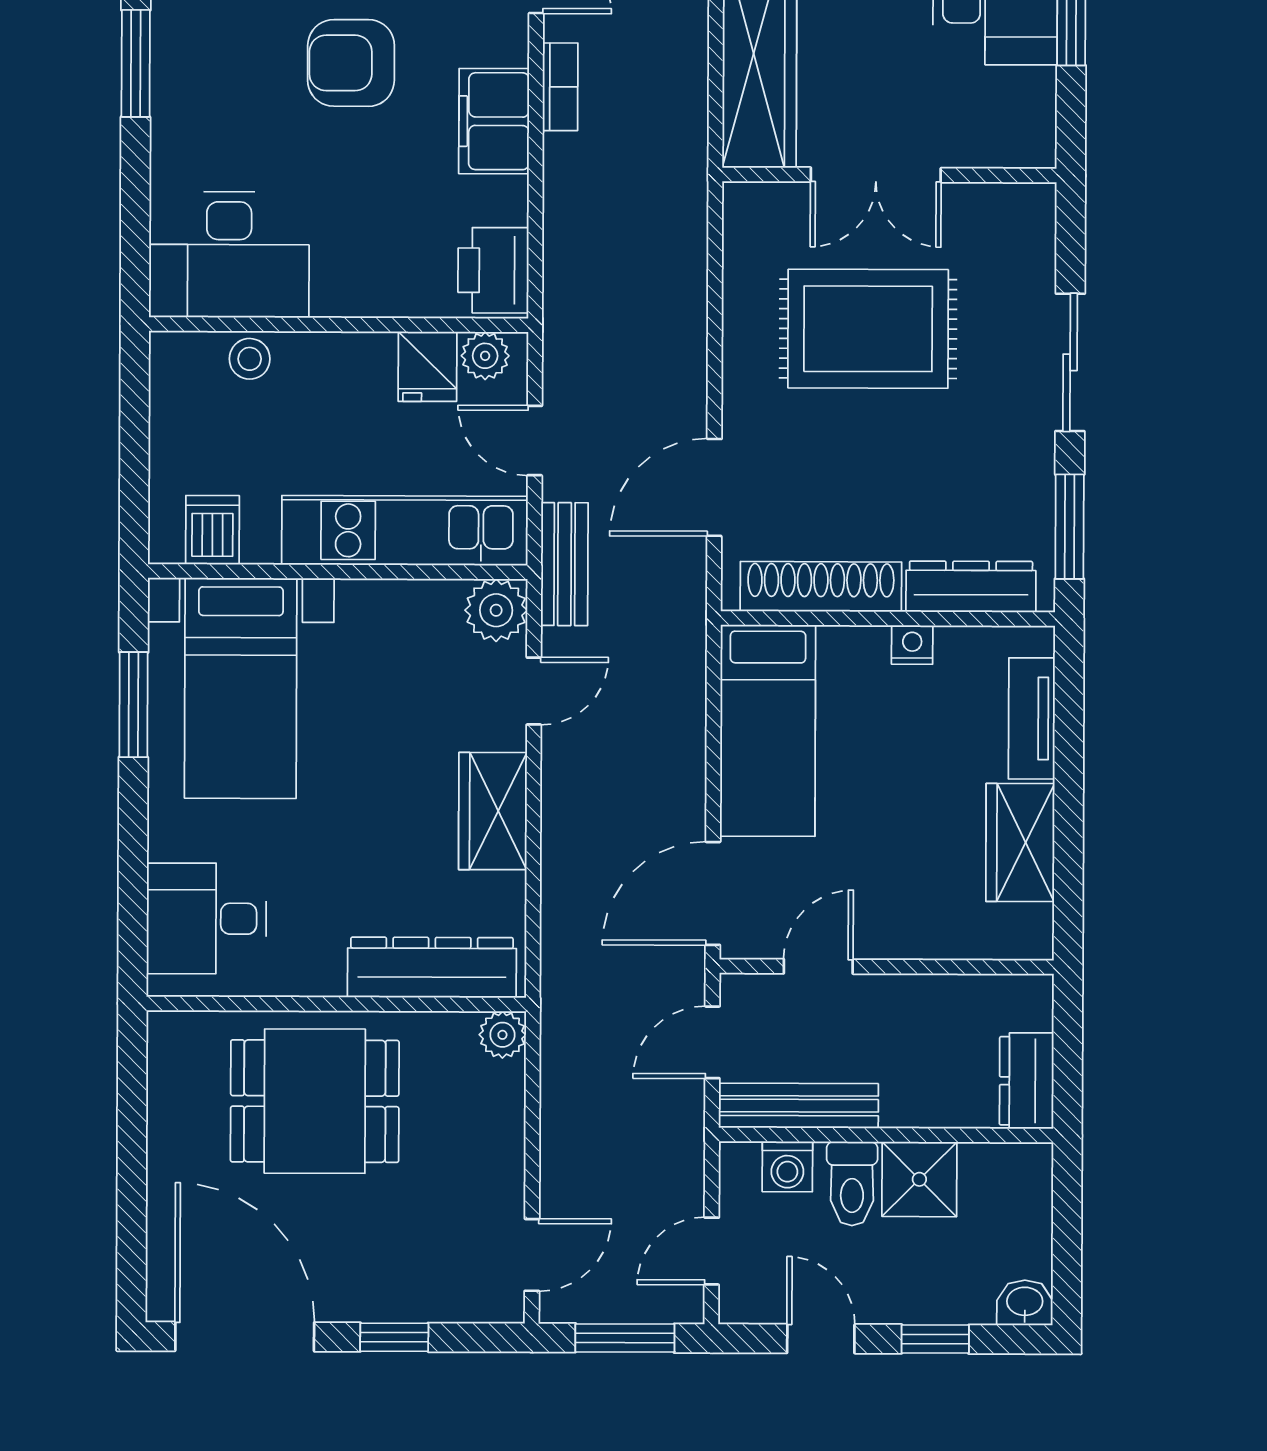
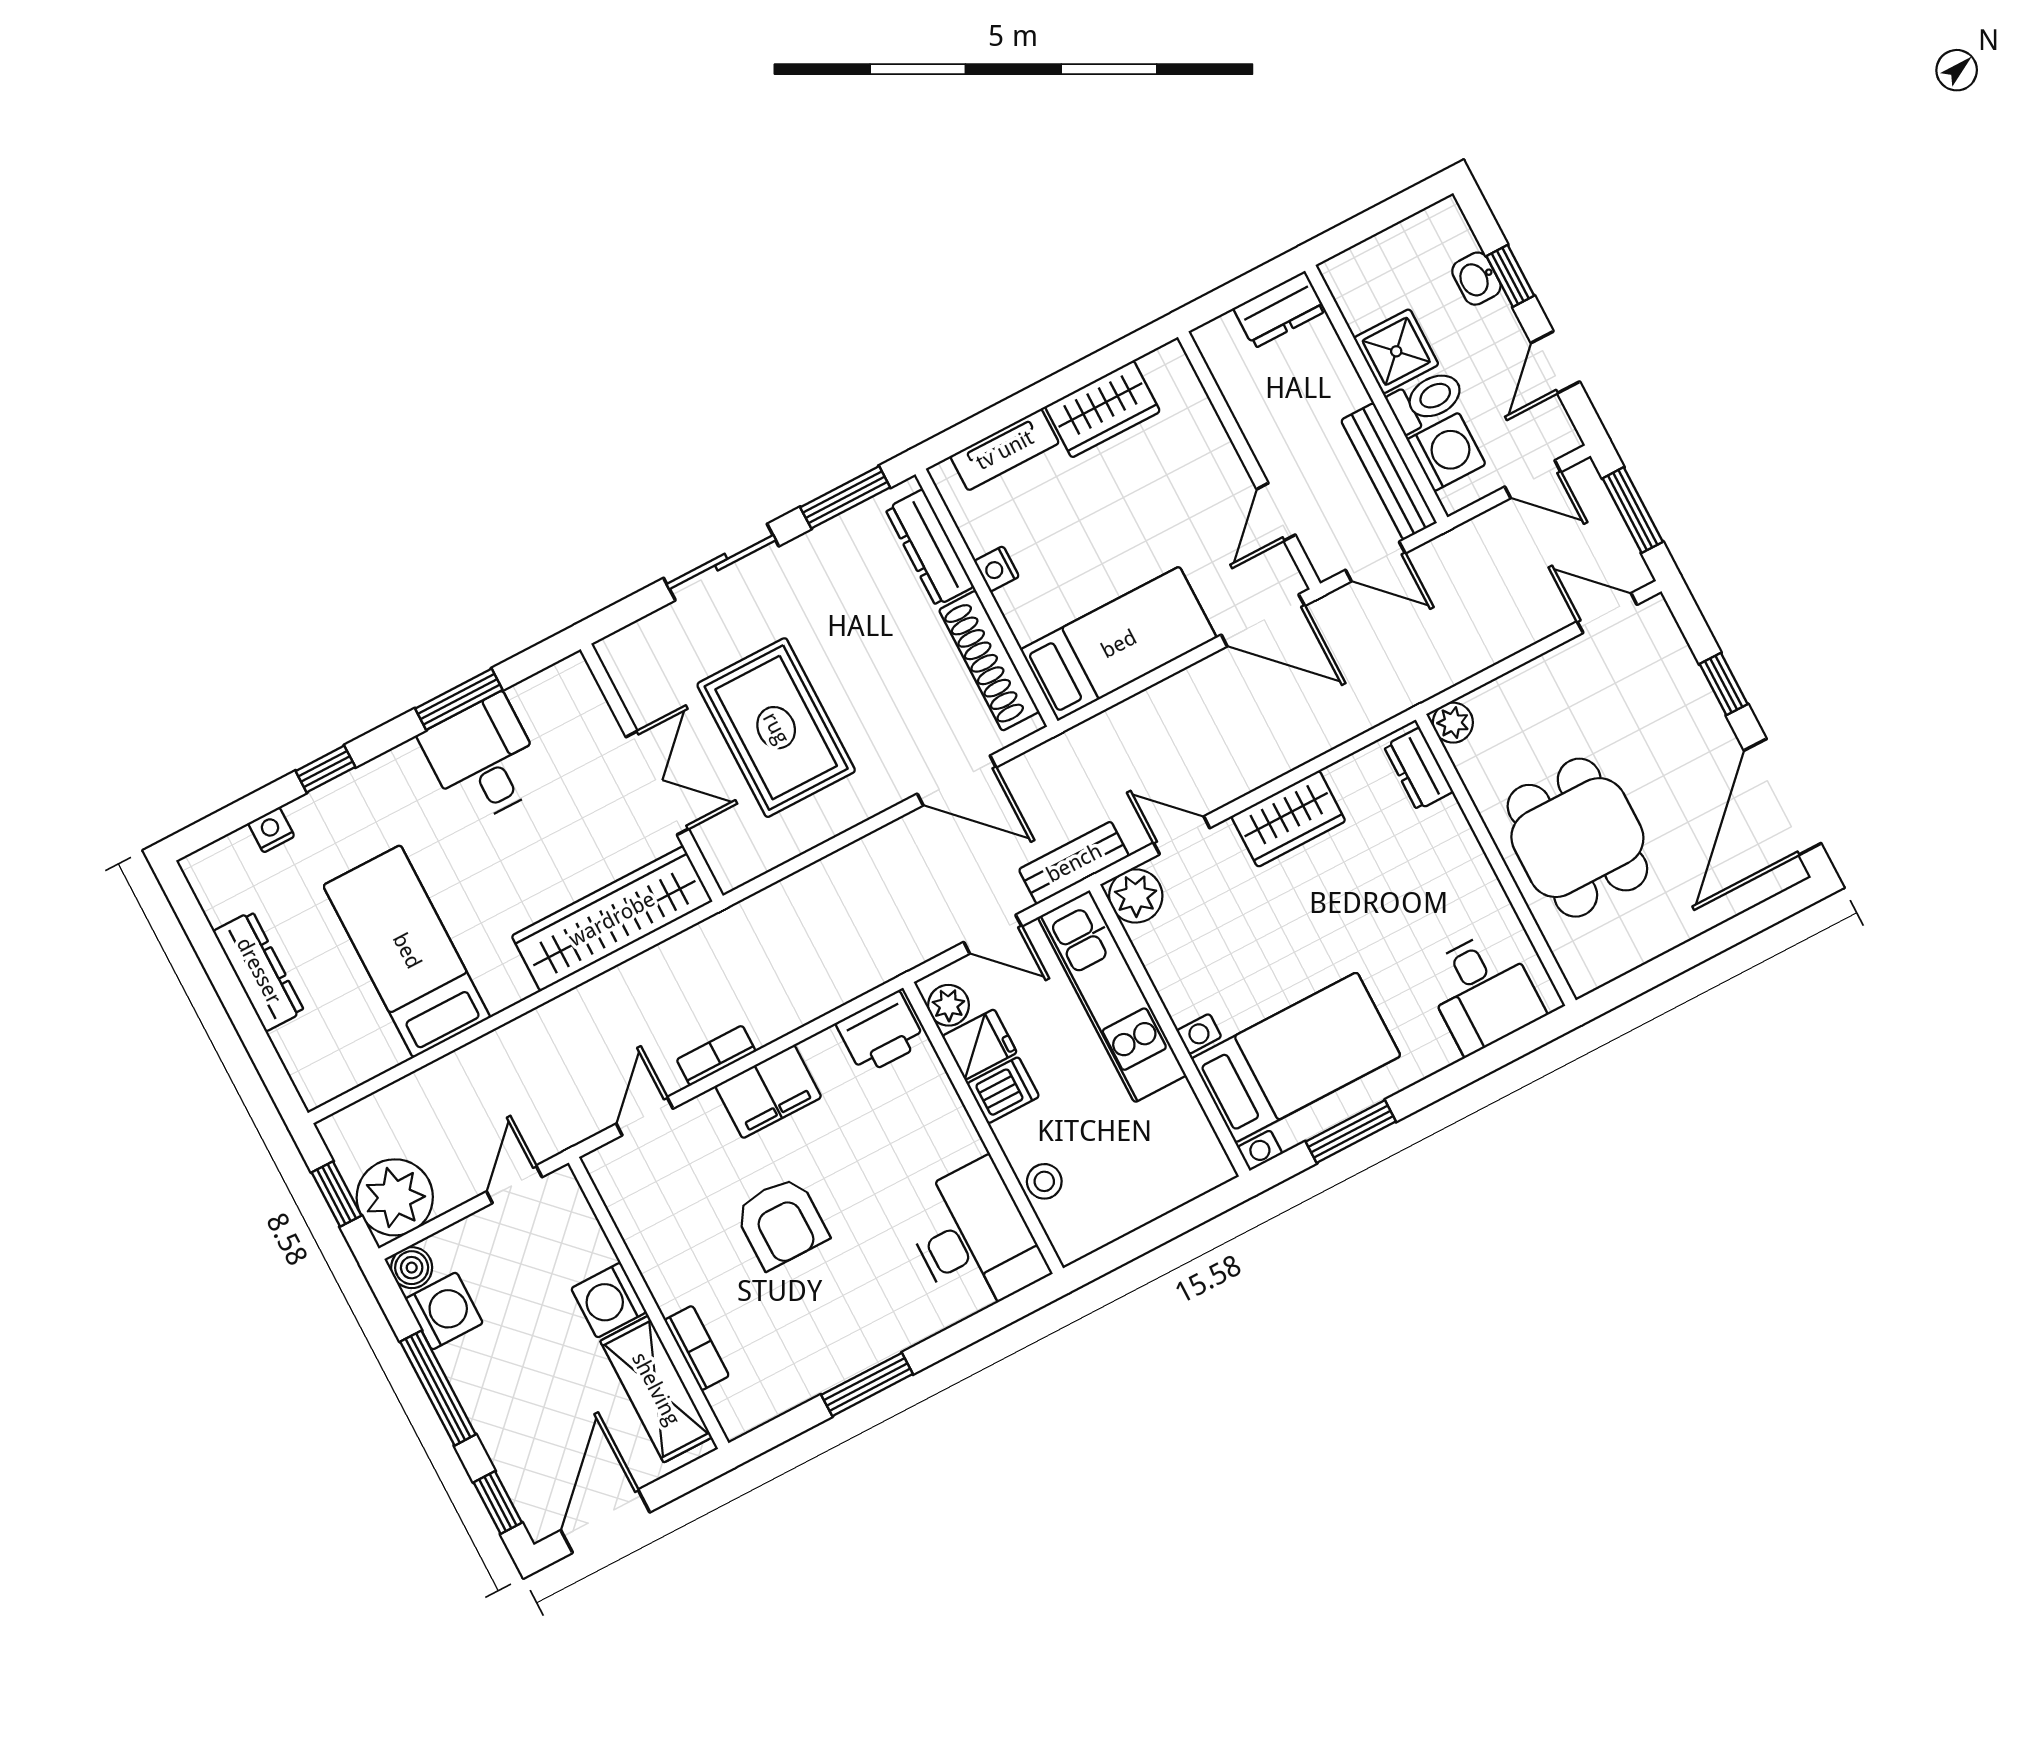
door: (535, 441) -> (993, 934), hinge flipped
dishwasher: (212, 530) -> (1003, 1090), moved, turned 180
door: (818, 966) -> (1276, 512), hinge flipped
dresser: (432, 967) -> (1418, 769), width x0.51, depth x0.80
washing machine: (787, 1167) -> (1446, 452), width x1.38, depth x1.38
washbasin: (1025, 1303) -> (1476, 279), moved

